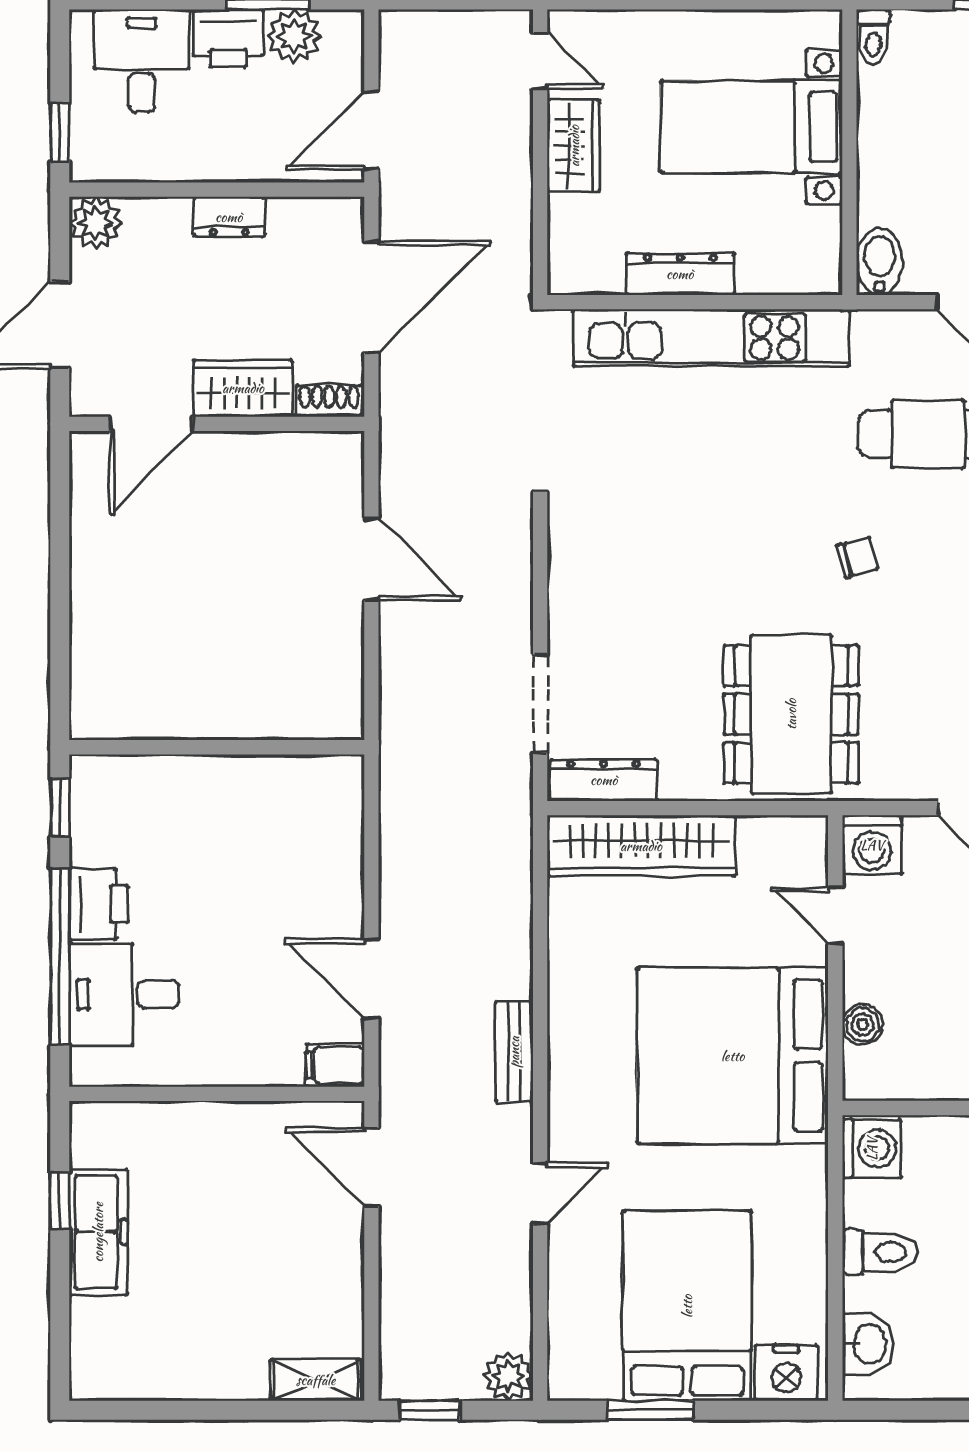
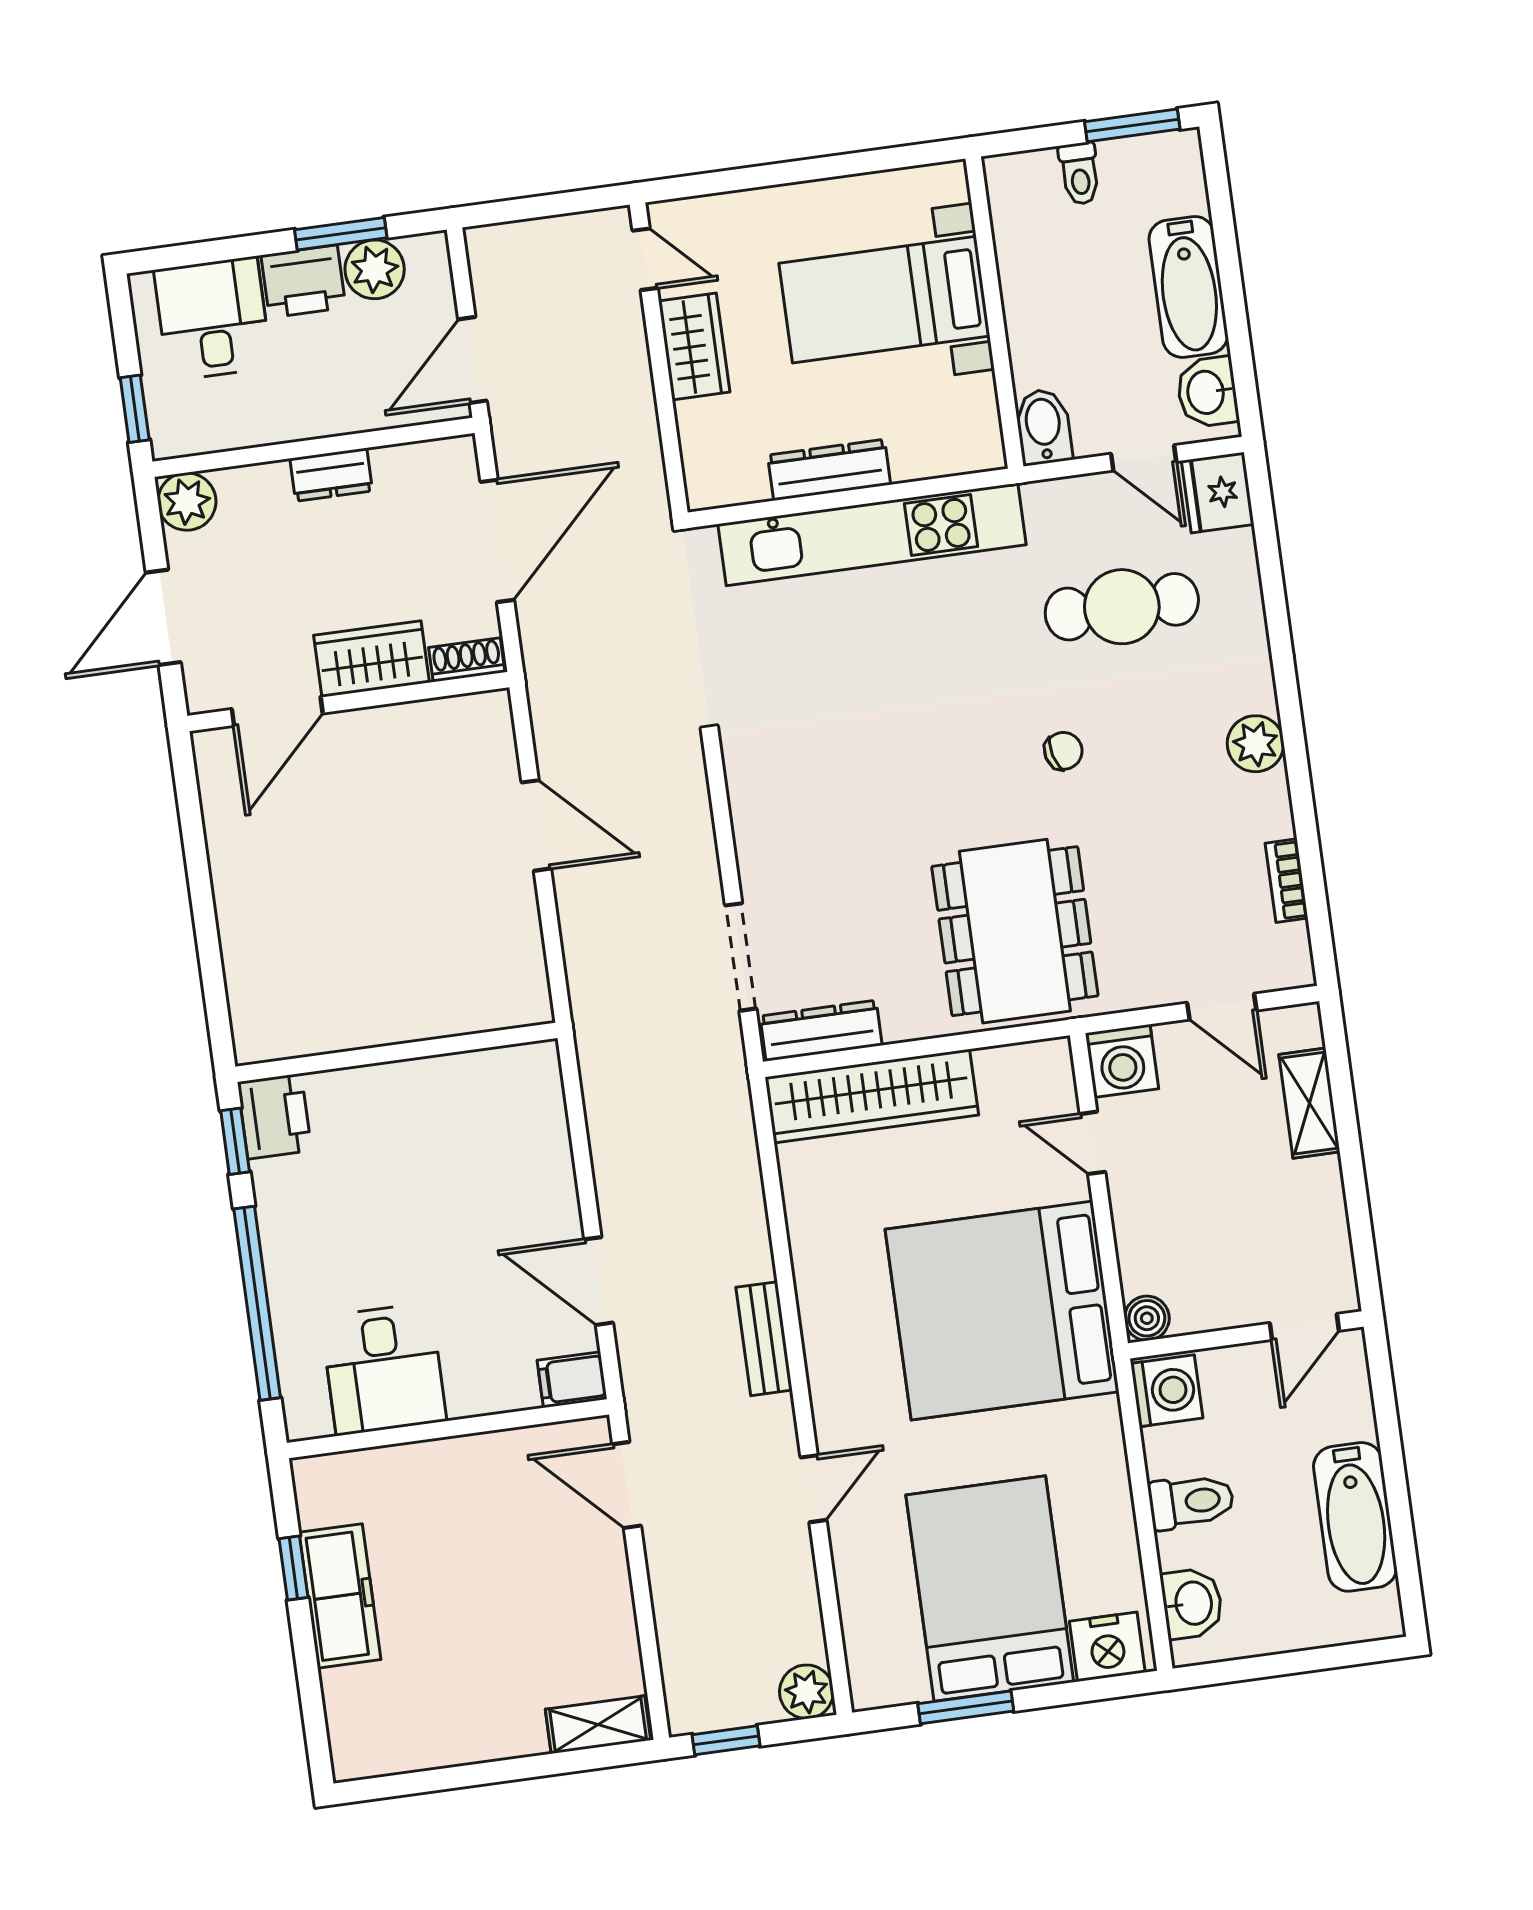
toilet: (873, 37) -> (1080, 173), moved
printer: (99, 904) -> (275, 1116), moved
desk: (124, 994) -> (384, 1369), moved, turned -90
boiler: (863, 1025) -> (1147, 1318), moved

